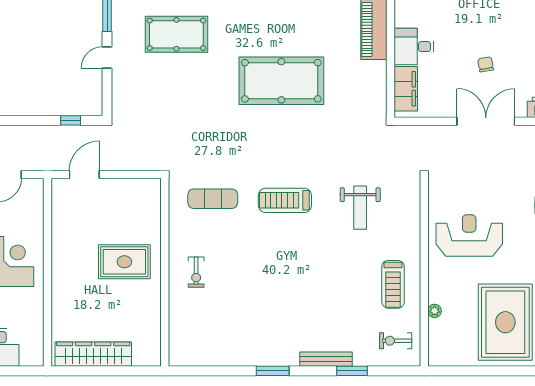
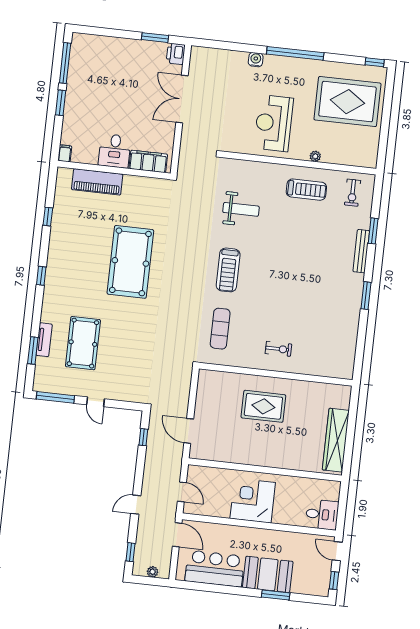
chair: (486, 64) -> (136, 94), removed
rug: (124, 262) -> (263, 406), turned 90
plant: (435, 311) -> (315, 156), moved

